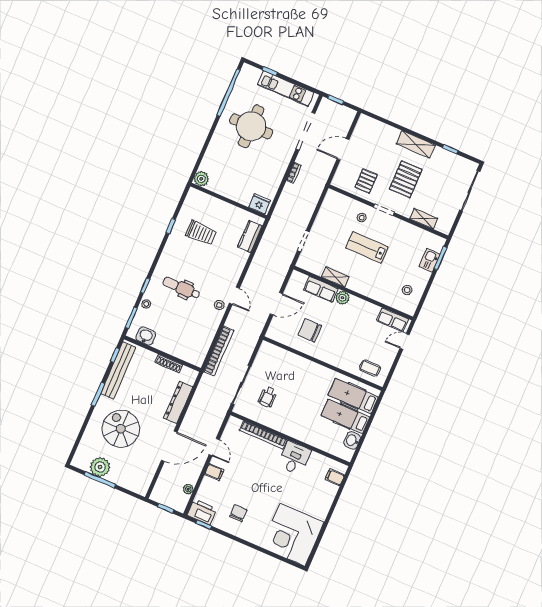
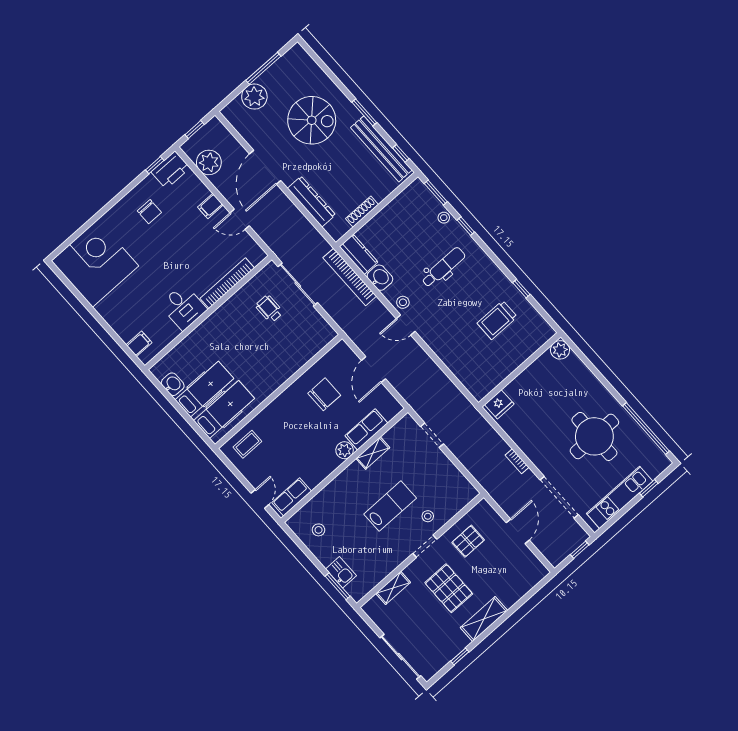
pallet: (366, 181) -> (468, 541), turned 90
kitchen counter: (250, 236) -> (359, 254), moved
washbasin: (146, 336) -> (380, 278), moved, turned -90
plant: (100, 467) -> (254, 97), moved
plant: (188, 489) -> (209, 162), width x1.87, depth x1.87

